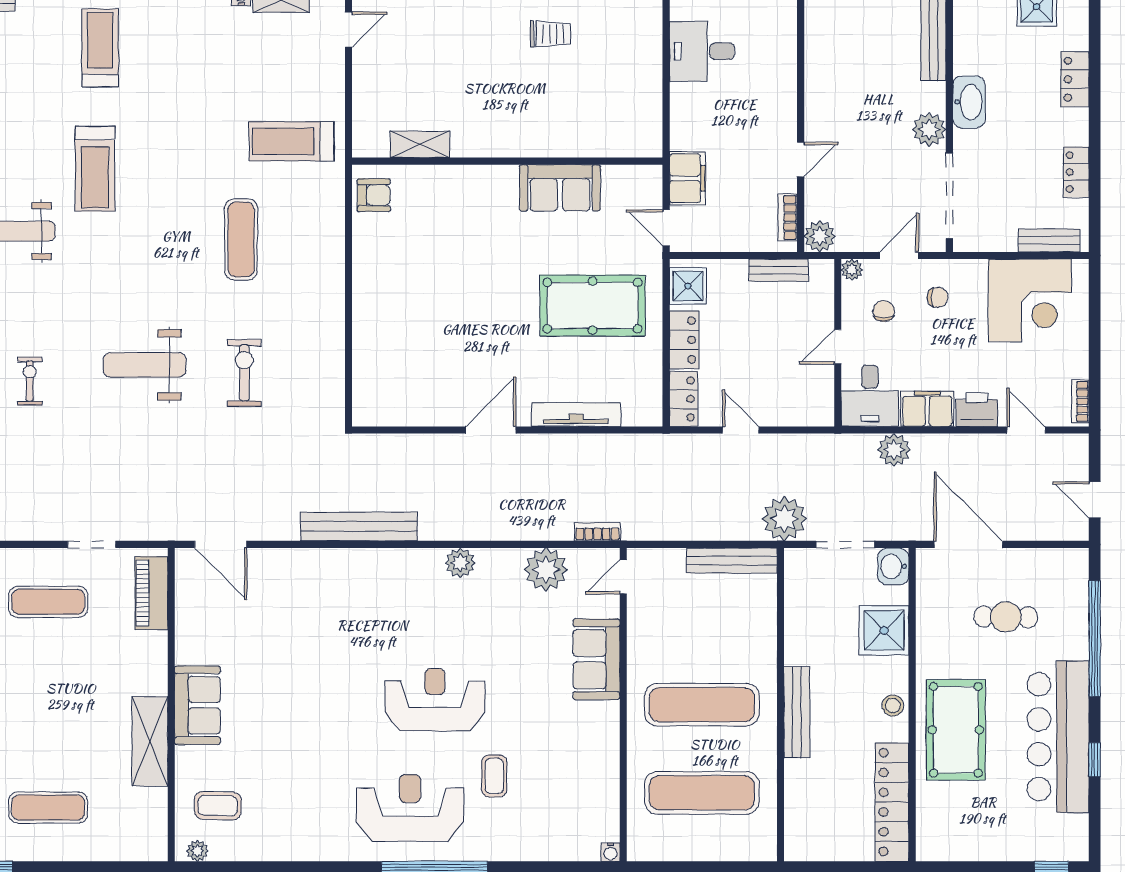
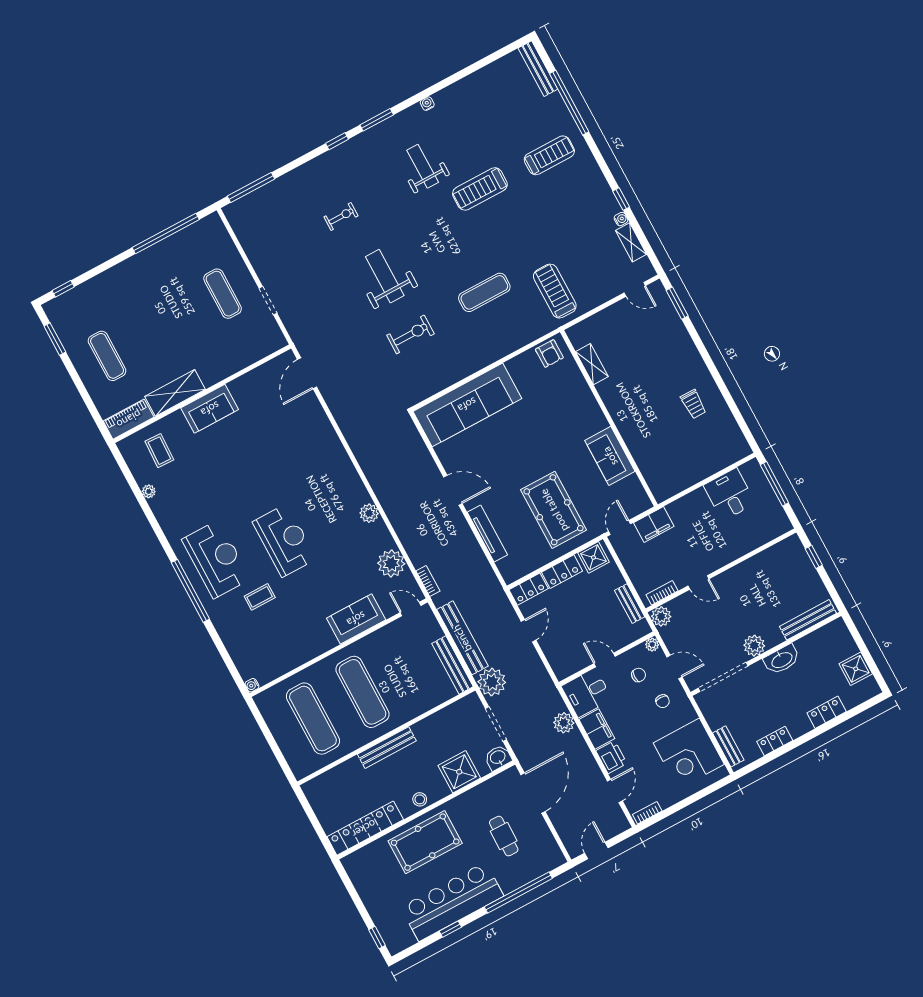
sofa: (384, 347) -> (467, 405), added
bench: (359, 526) -> (462, 638), moved
piano: (151, 593) -> (129, 419), moved
plant: (197, 851) -> (149, 491), moved

